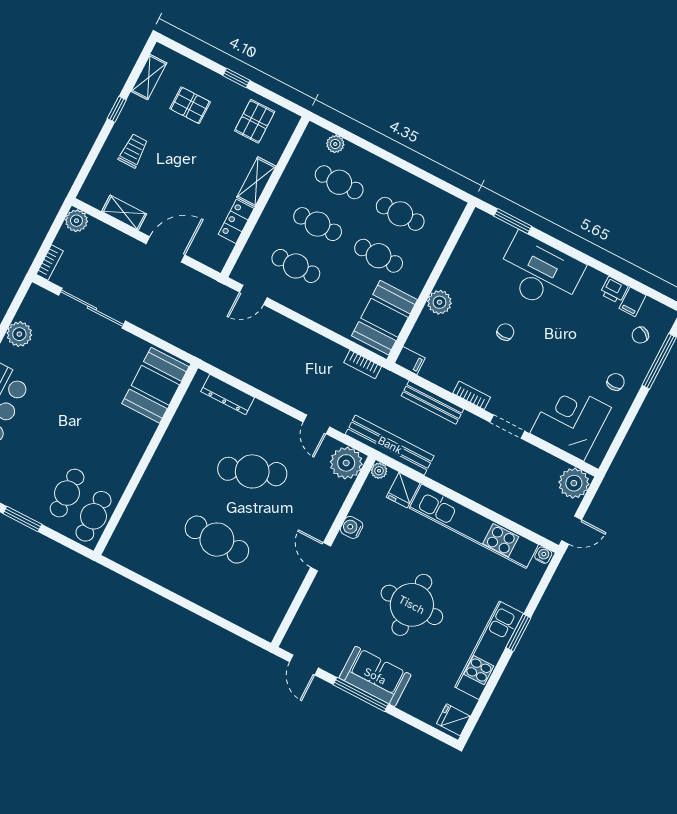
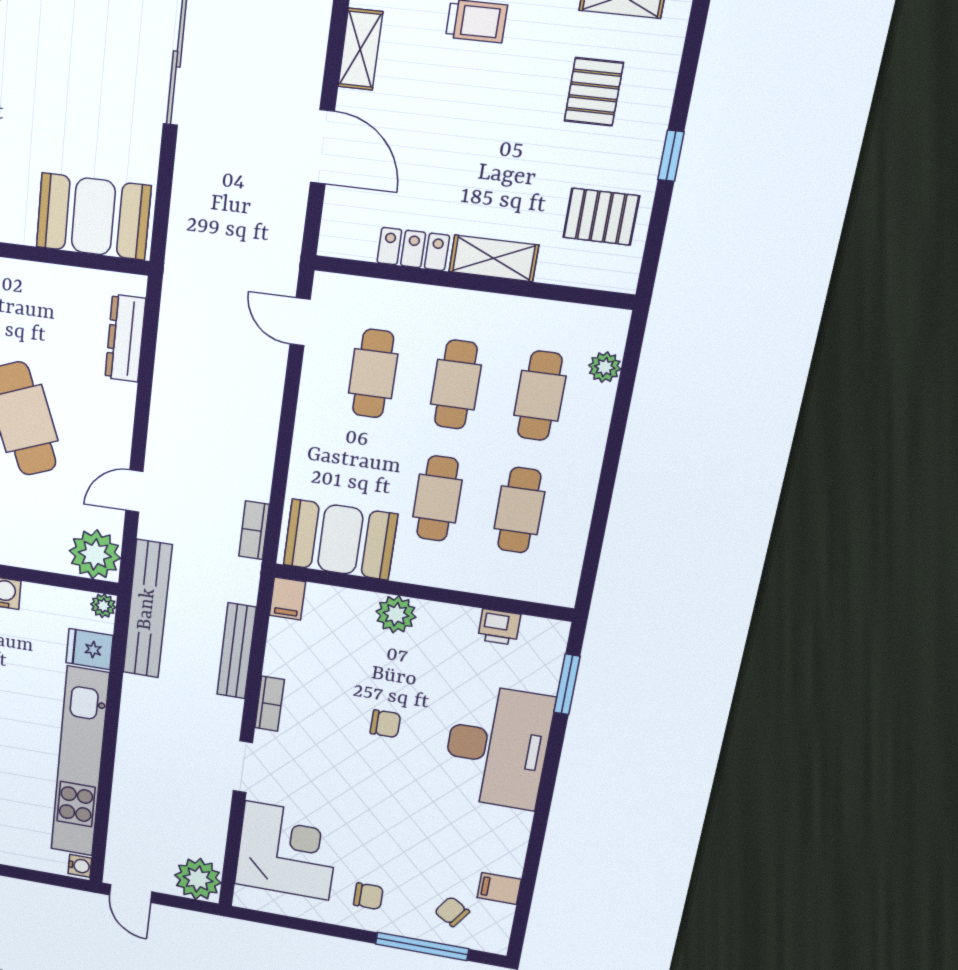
printer: (614, 290) -> (499, 627), moved, turned -90

